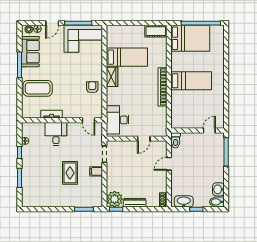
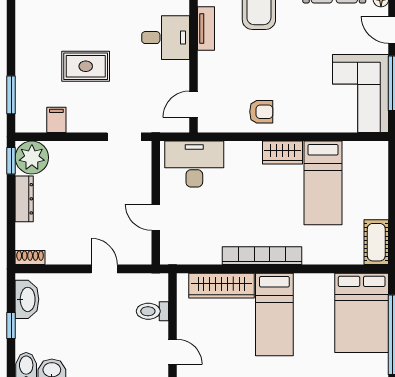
wardrobe: (177, 107) -> (221, 286), added
toilet: (176, 140) -> (152, 311), moved
filing cabinet: (96, 171) -> (56, 120), moved

